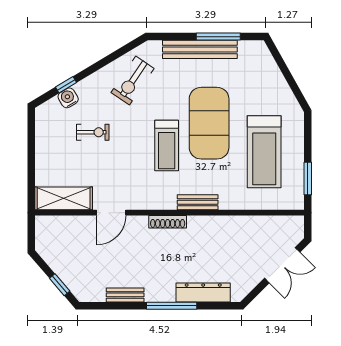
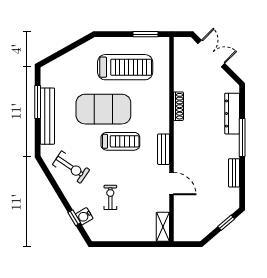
shelving: (64, 198) -> (163, 227), width x0.67, depth x0.75
bench: (198, 202) -> (164, 149), moved
shoe rack: (168, 222) -> (178, 106), moved

